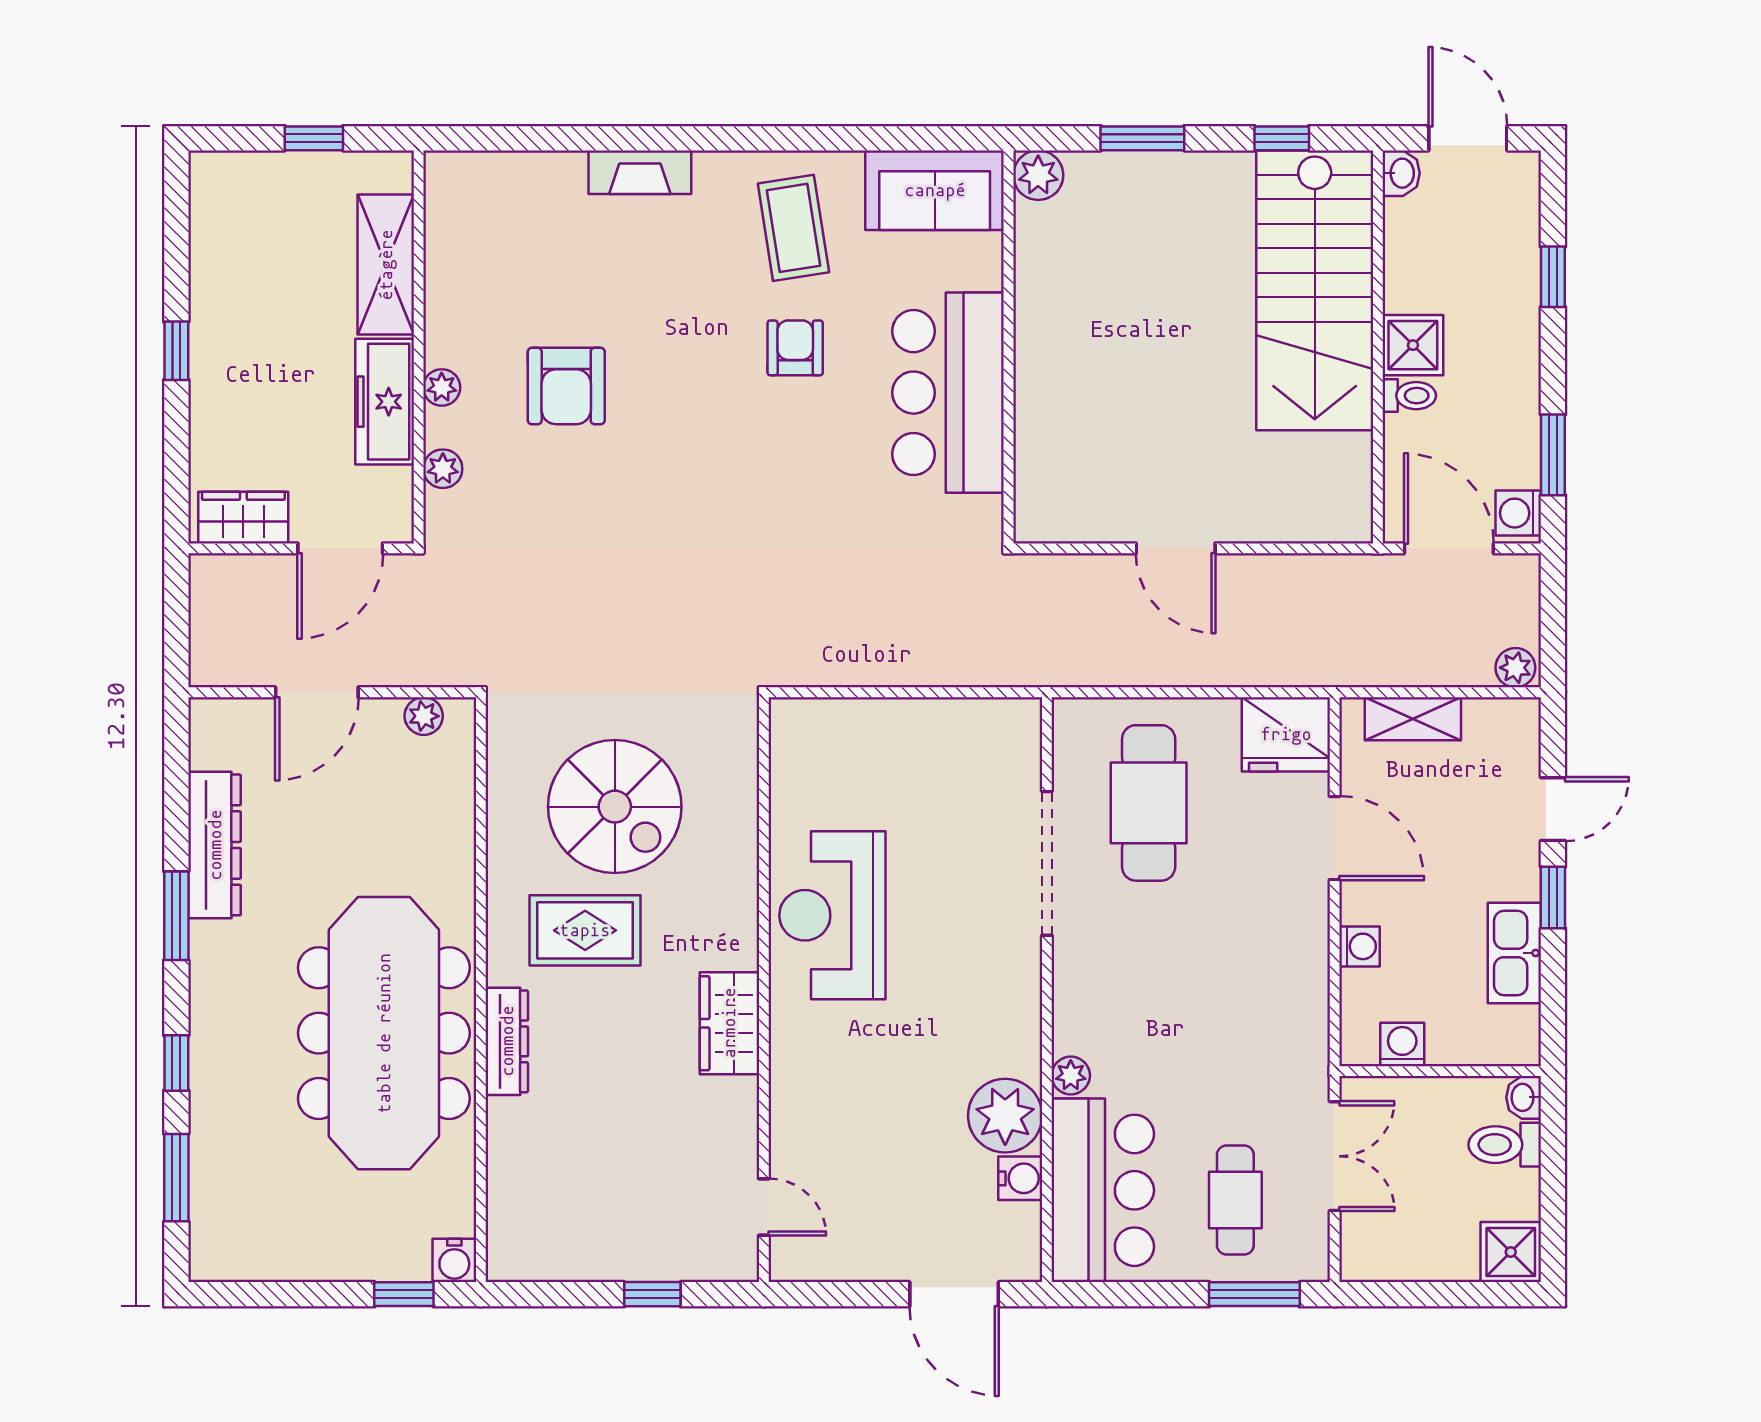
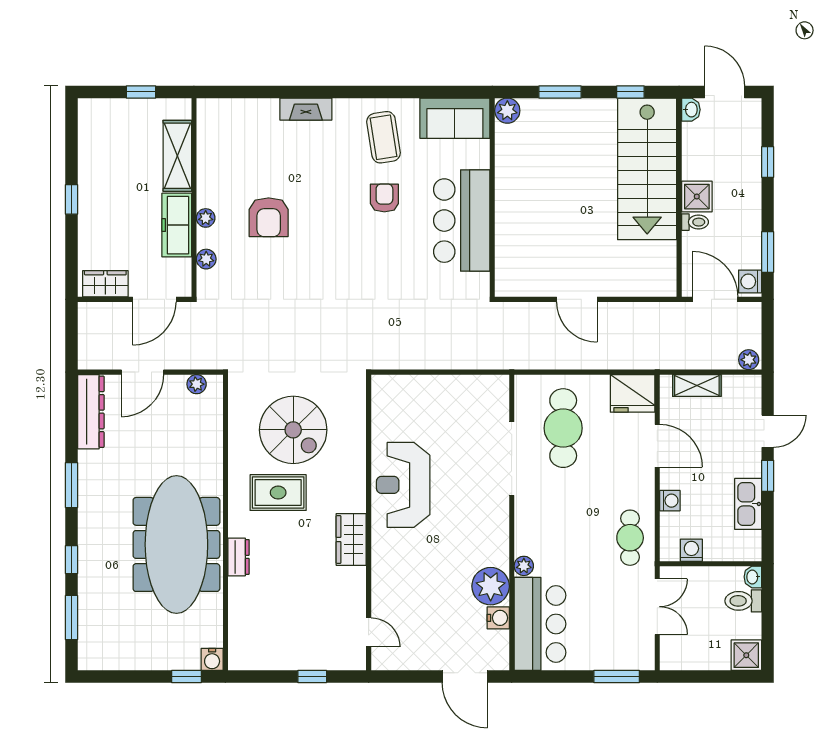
dresser: (215, 845) -> (91, 412), moved
dresser: (507, 1041) -> (239, 557), width x0.70
cafe table: (1235, 1200) -> (630, 538), moved

